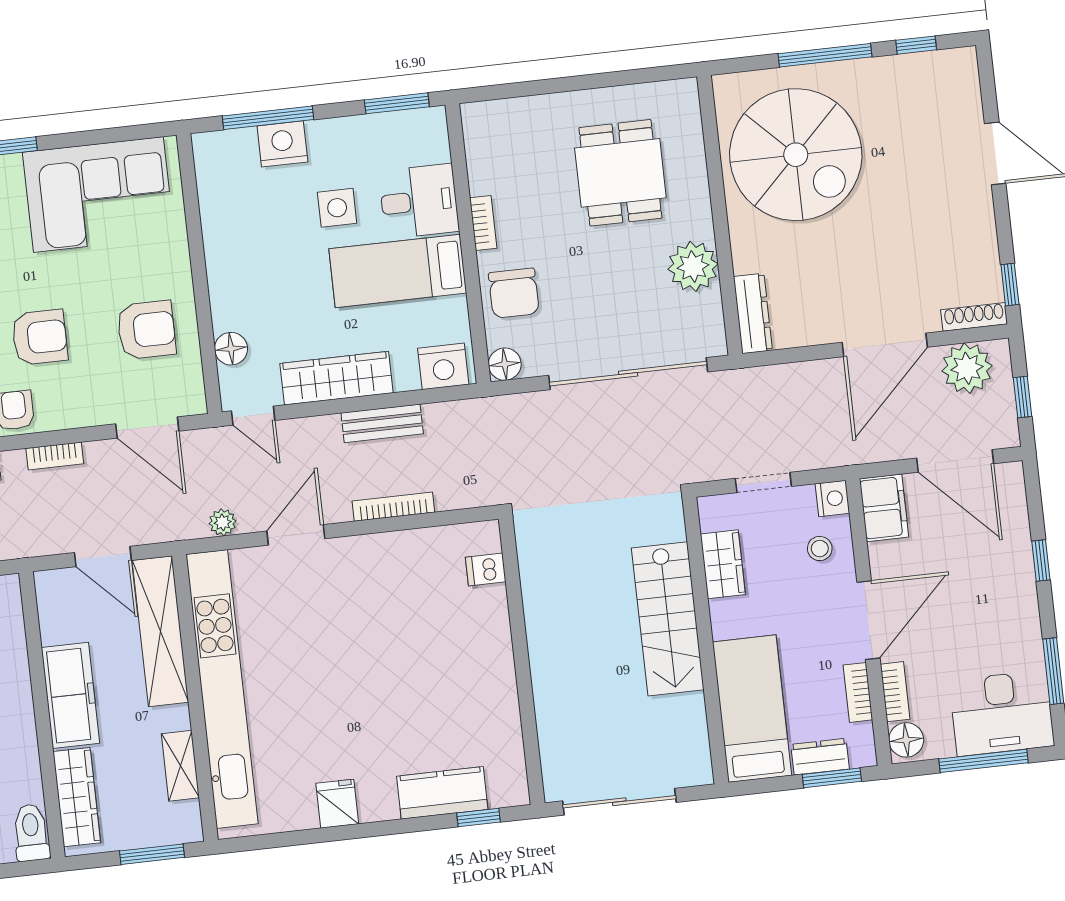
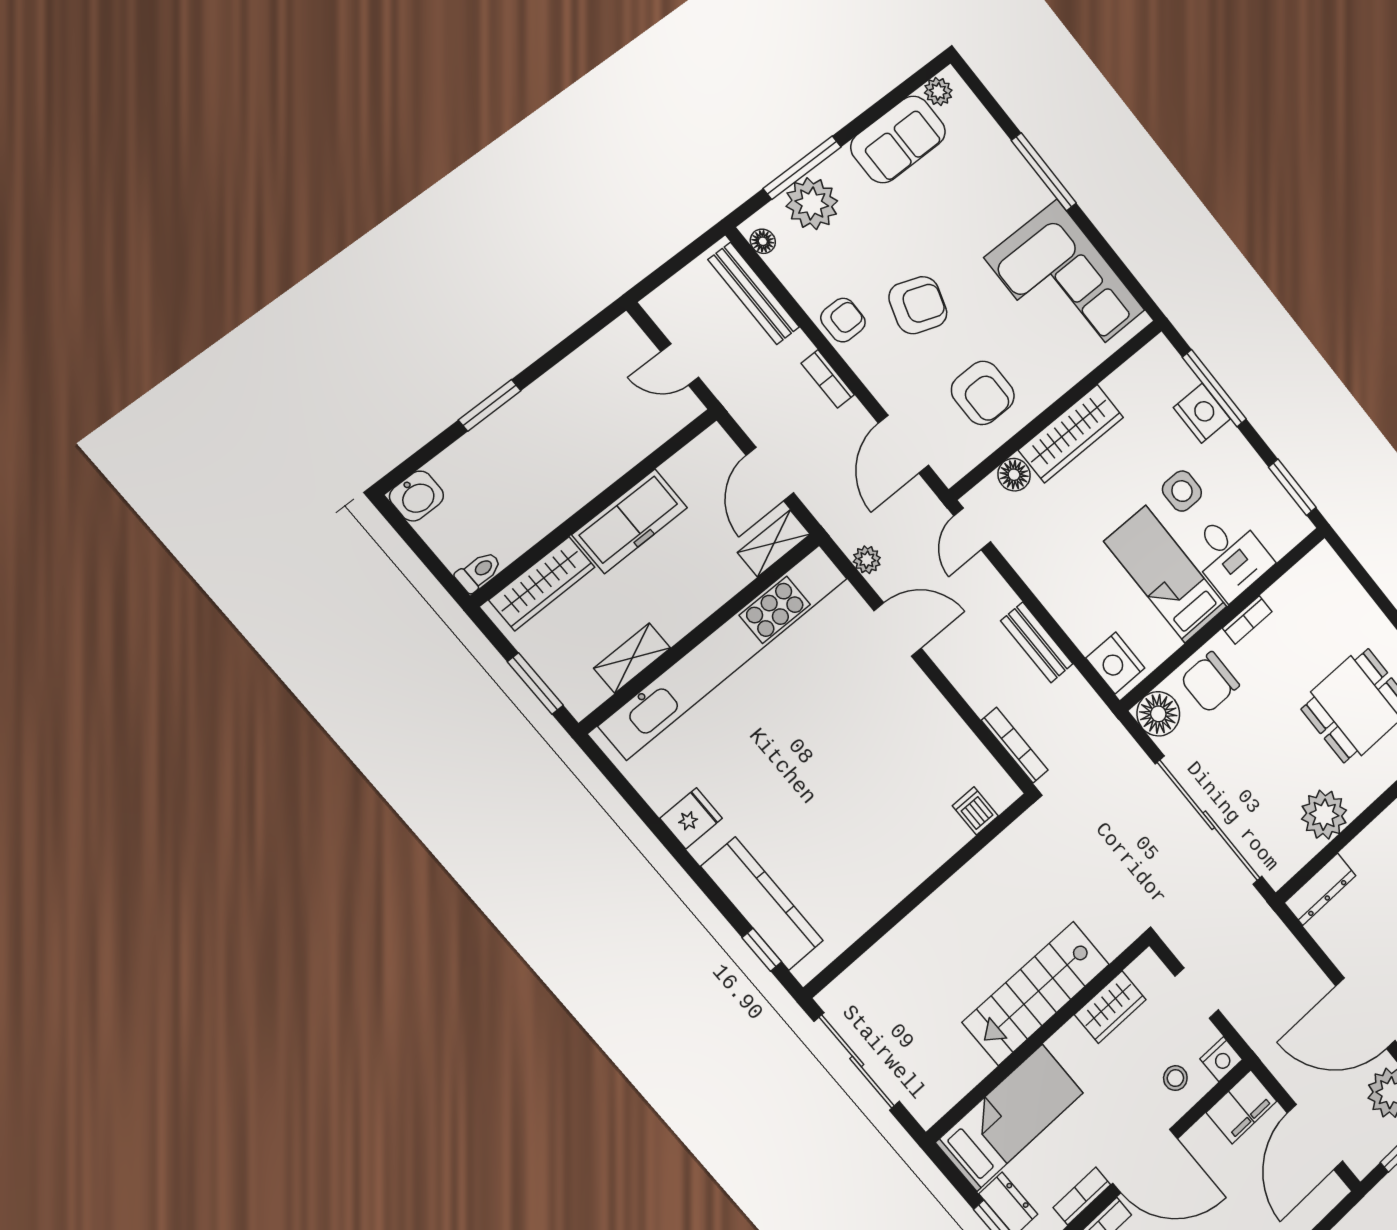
armchair: (40, 337) -> (918, 305), turned -71
floor lamp: (505, 364) -> (1158, 714), width x1.38, depth x1.38
wardrobe: (336, 378) -> (1071, 434), moved, turned 90
bookcase: (393, 507) -> (1015, 745), moved
shelving: (160, 631) -> (774, 543), width x0.45, depth x0.75
kitchen counter: (442, 793) -> (762, 904), width x1.50
toilet: (31, 833) -> (479, 572), width x0.73, depth x0.72

